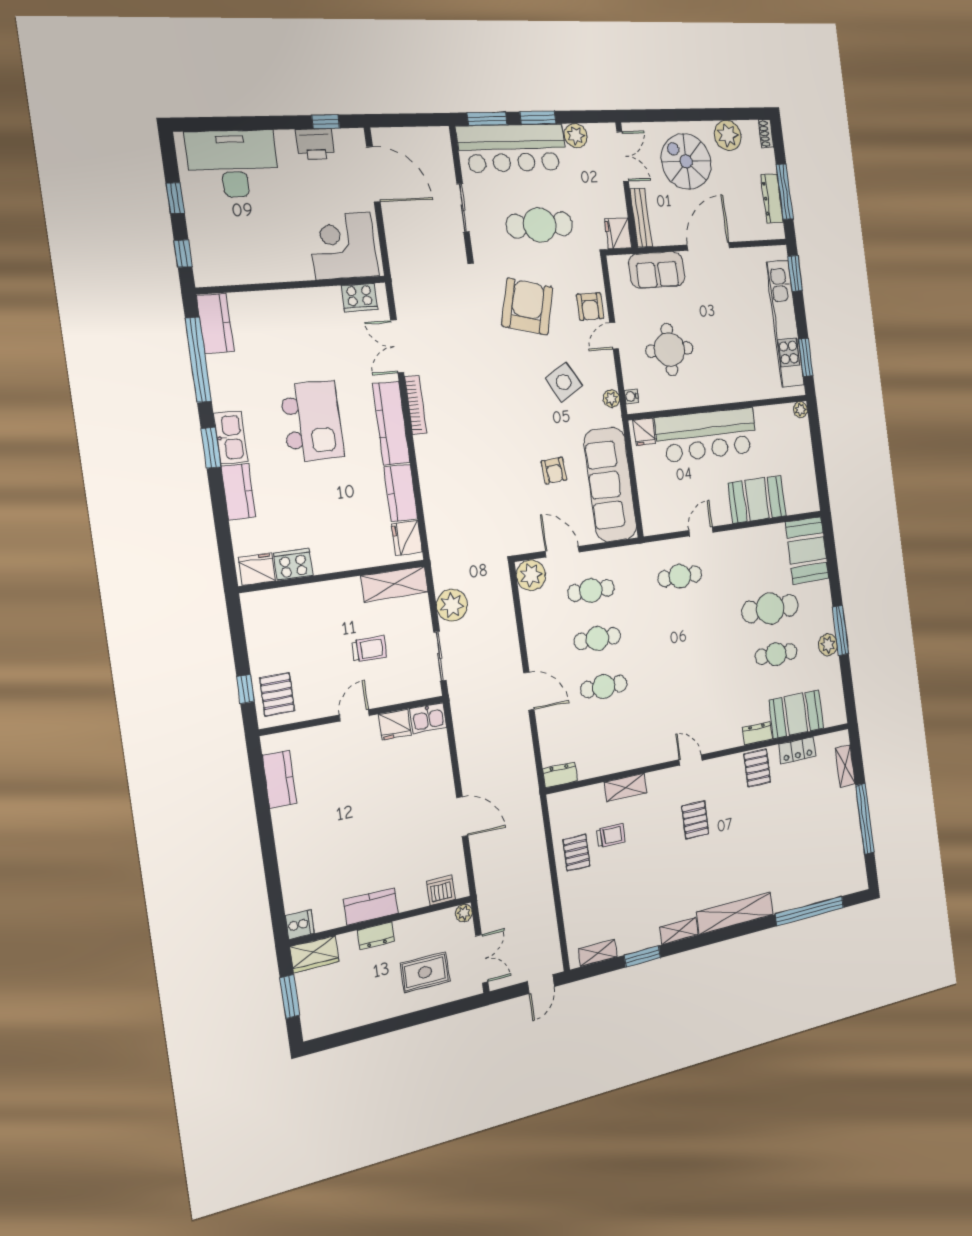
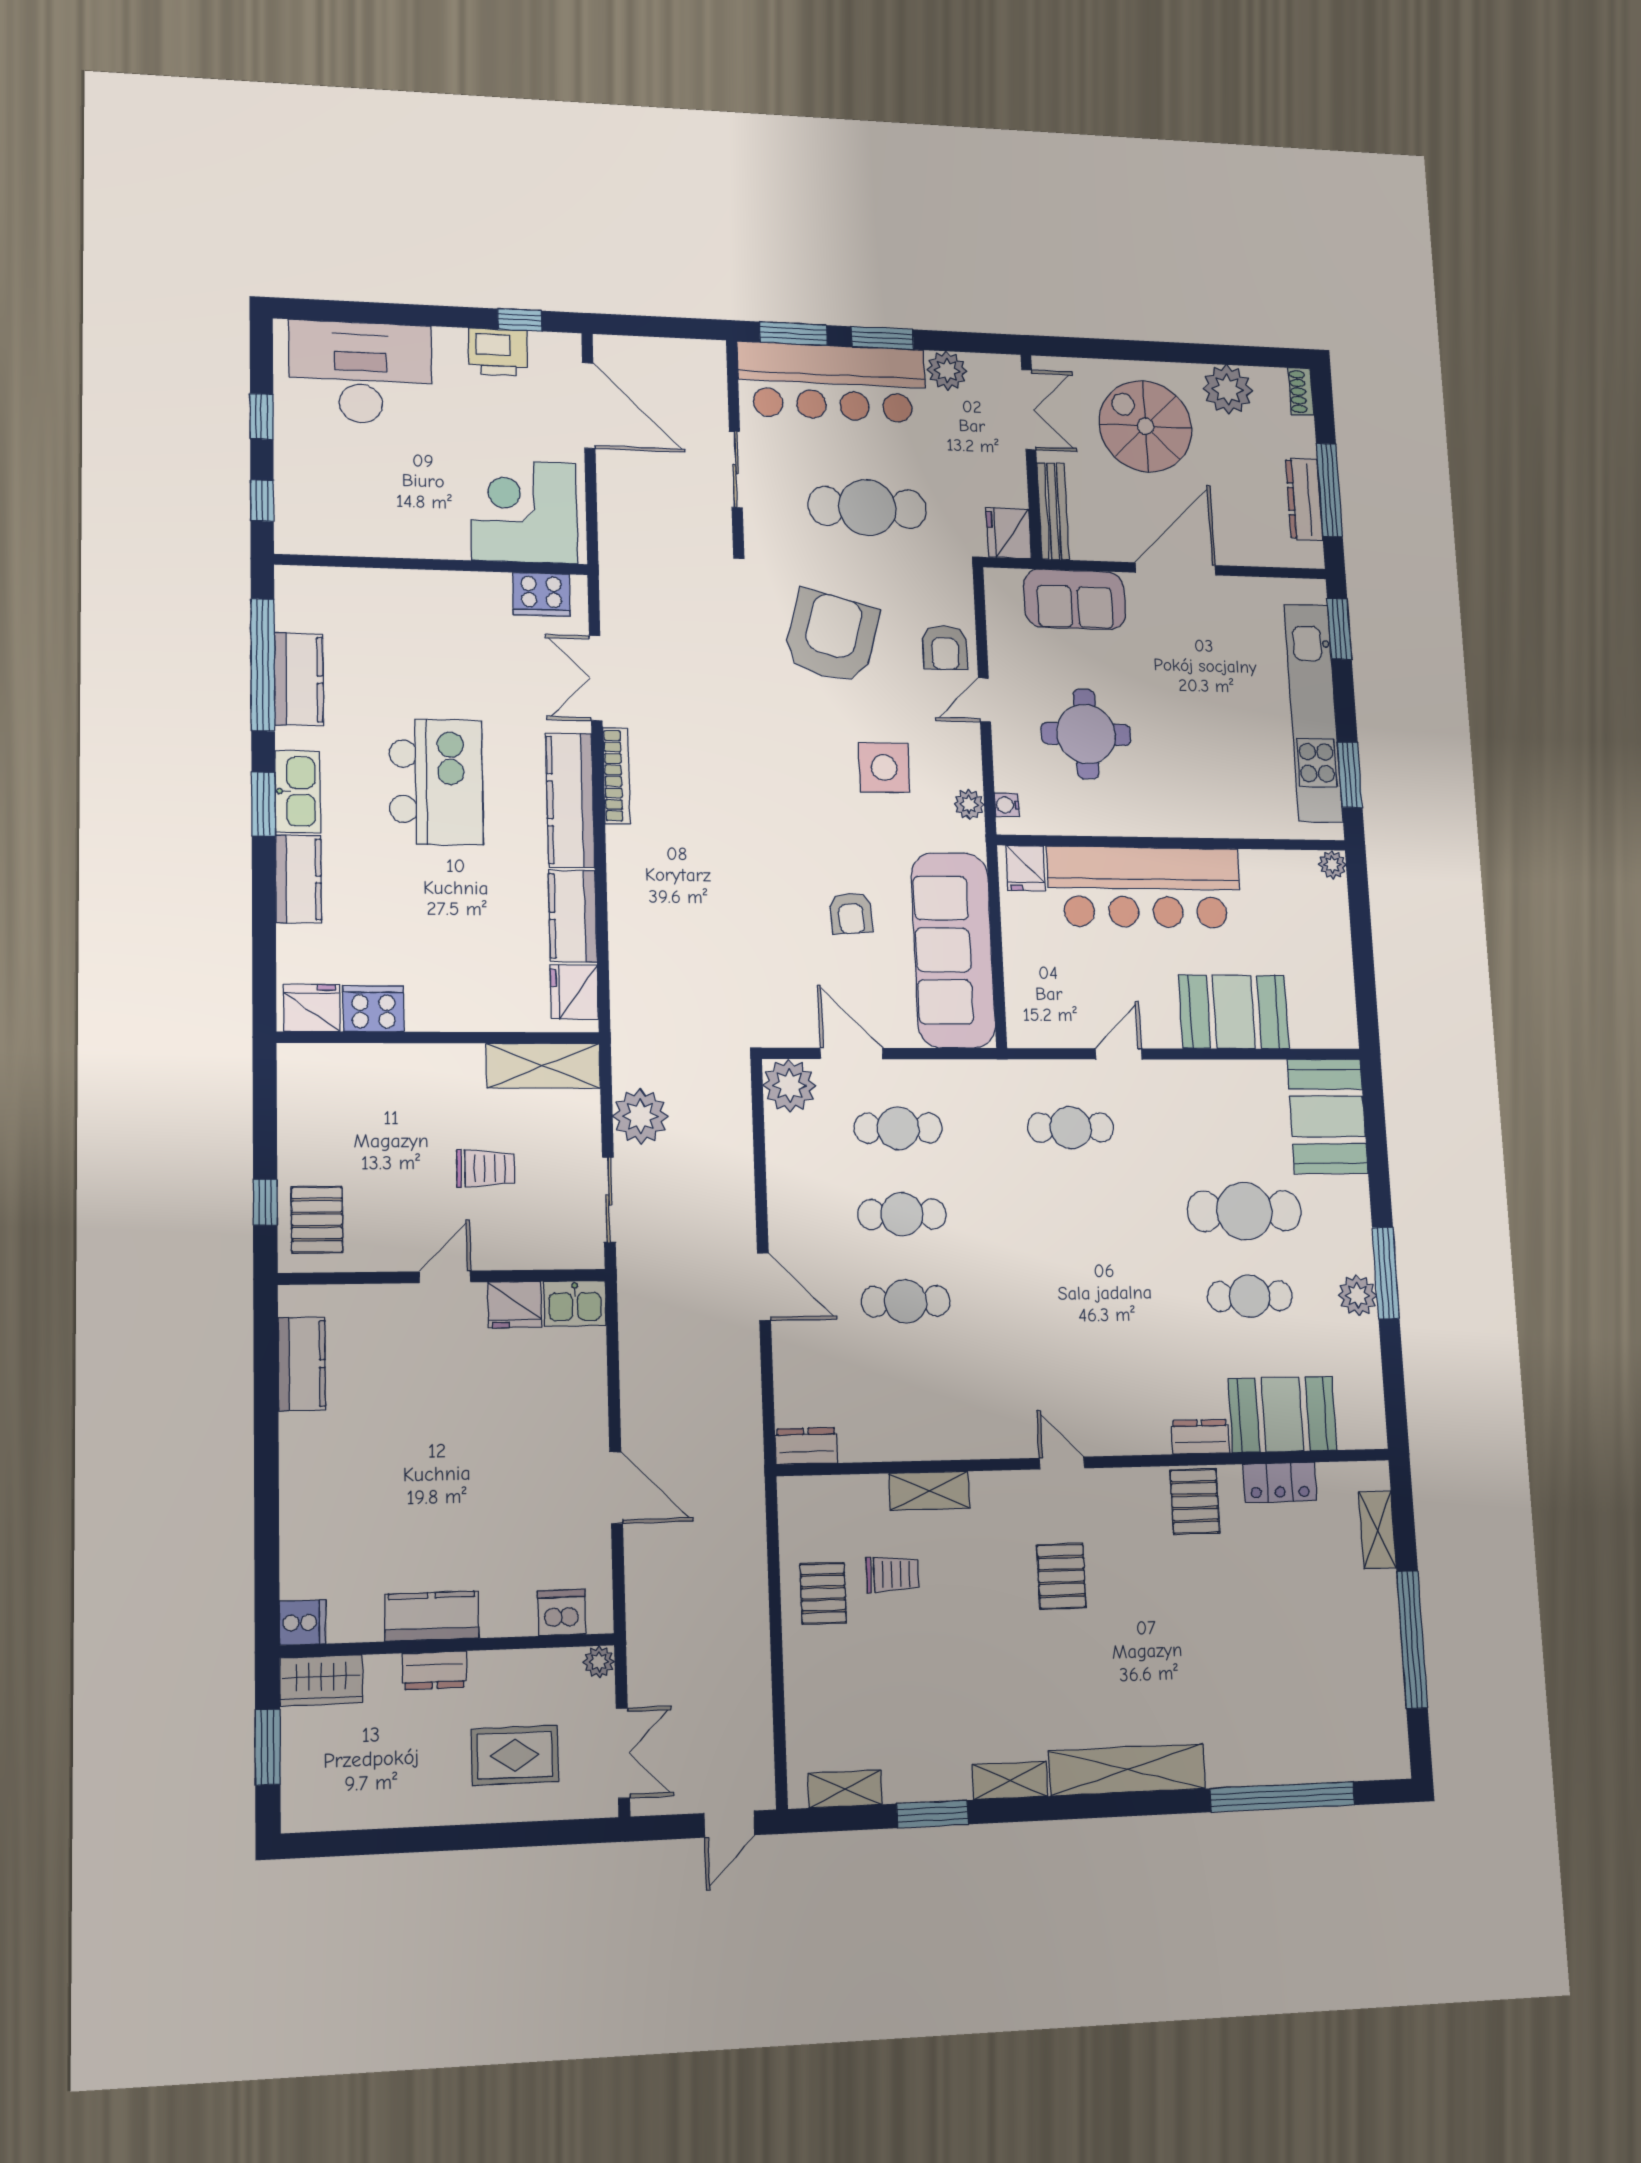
kitchen counter: (215, 323) -> (299, 679), moved
side table: (564, 382) -> (884, 767), turned 30

